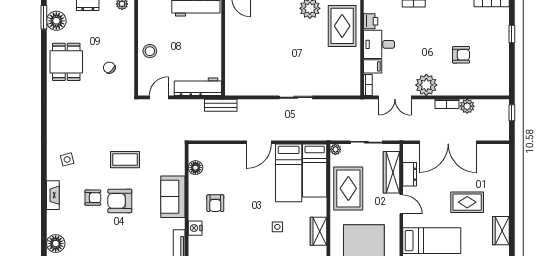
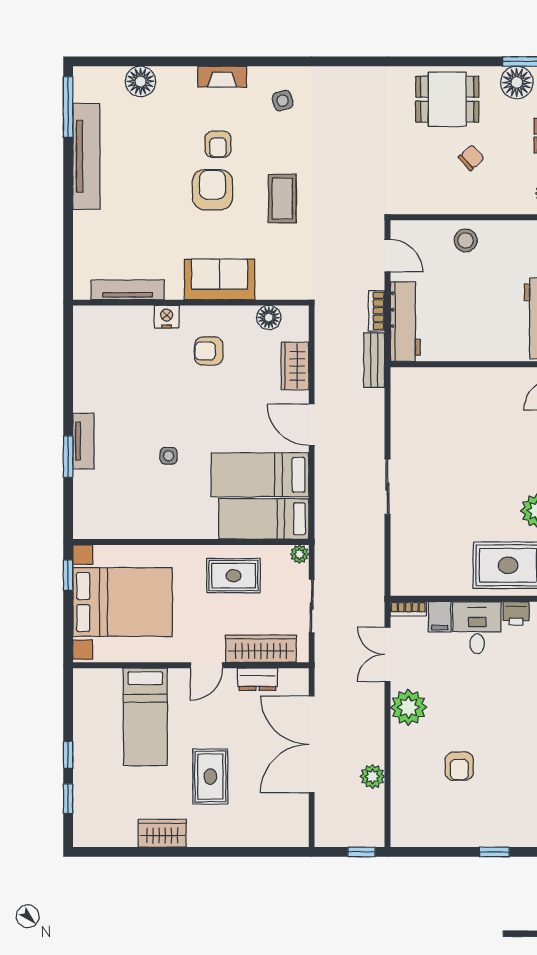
chair: (109, 68) -> (471, 158), moved
bookcase: (447, 104) -> (377, 311), moved
rug: (348, 188) -> (233, 576), width x0.73, depth x0.70
wardrobe: (319, 231) -> (295, 366), moved, turned -90

